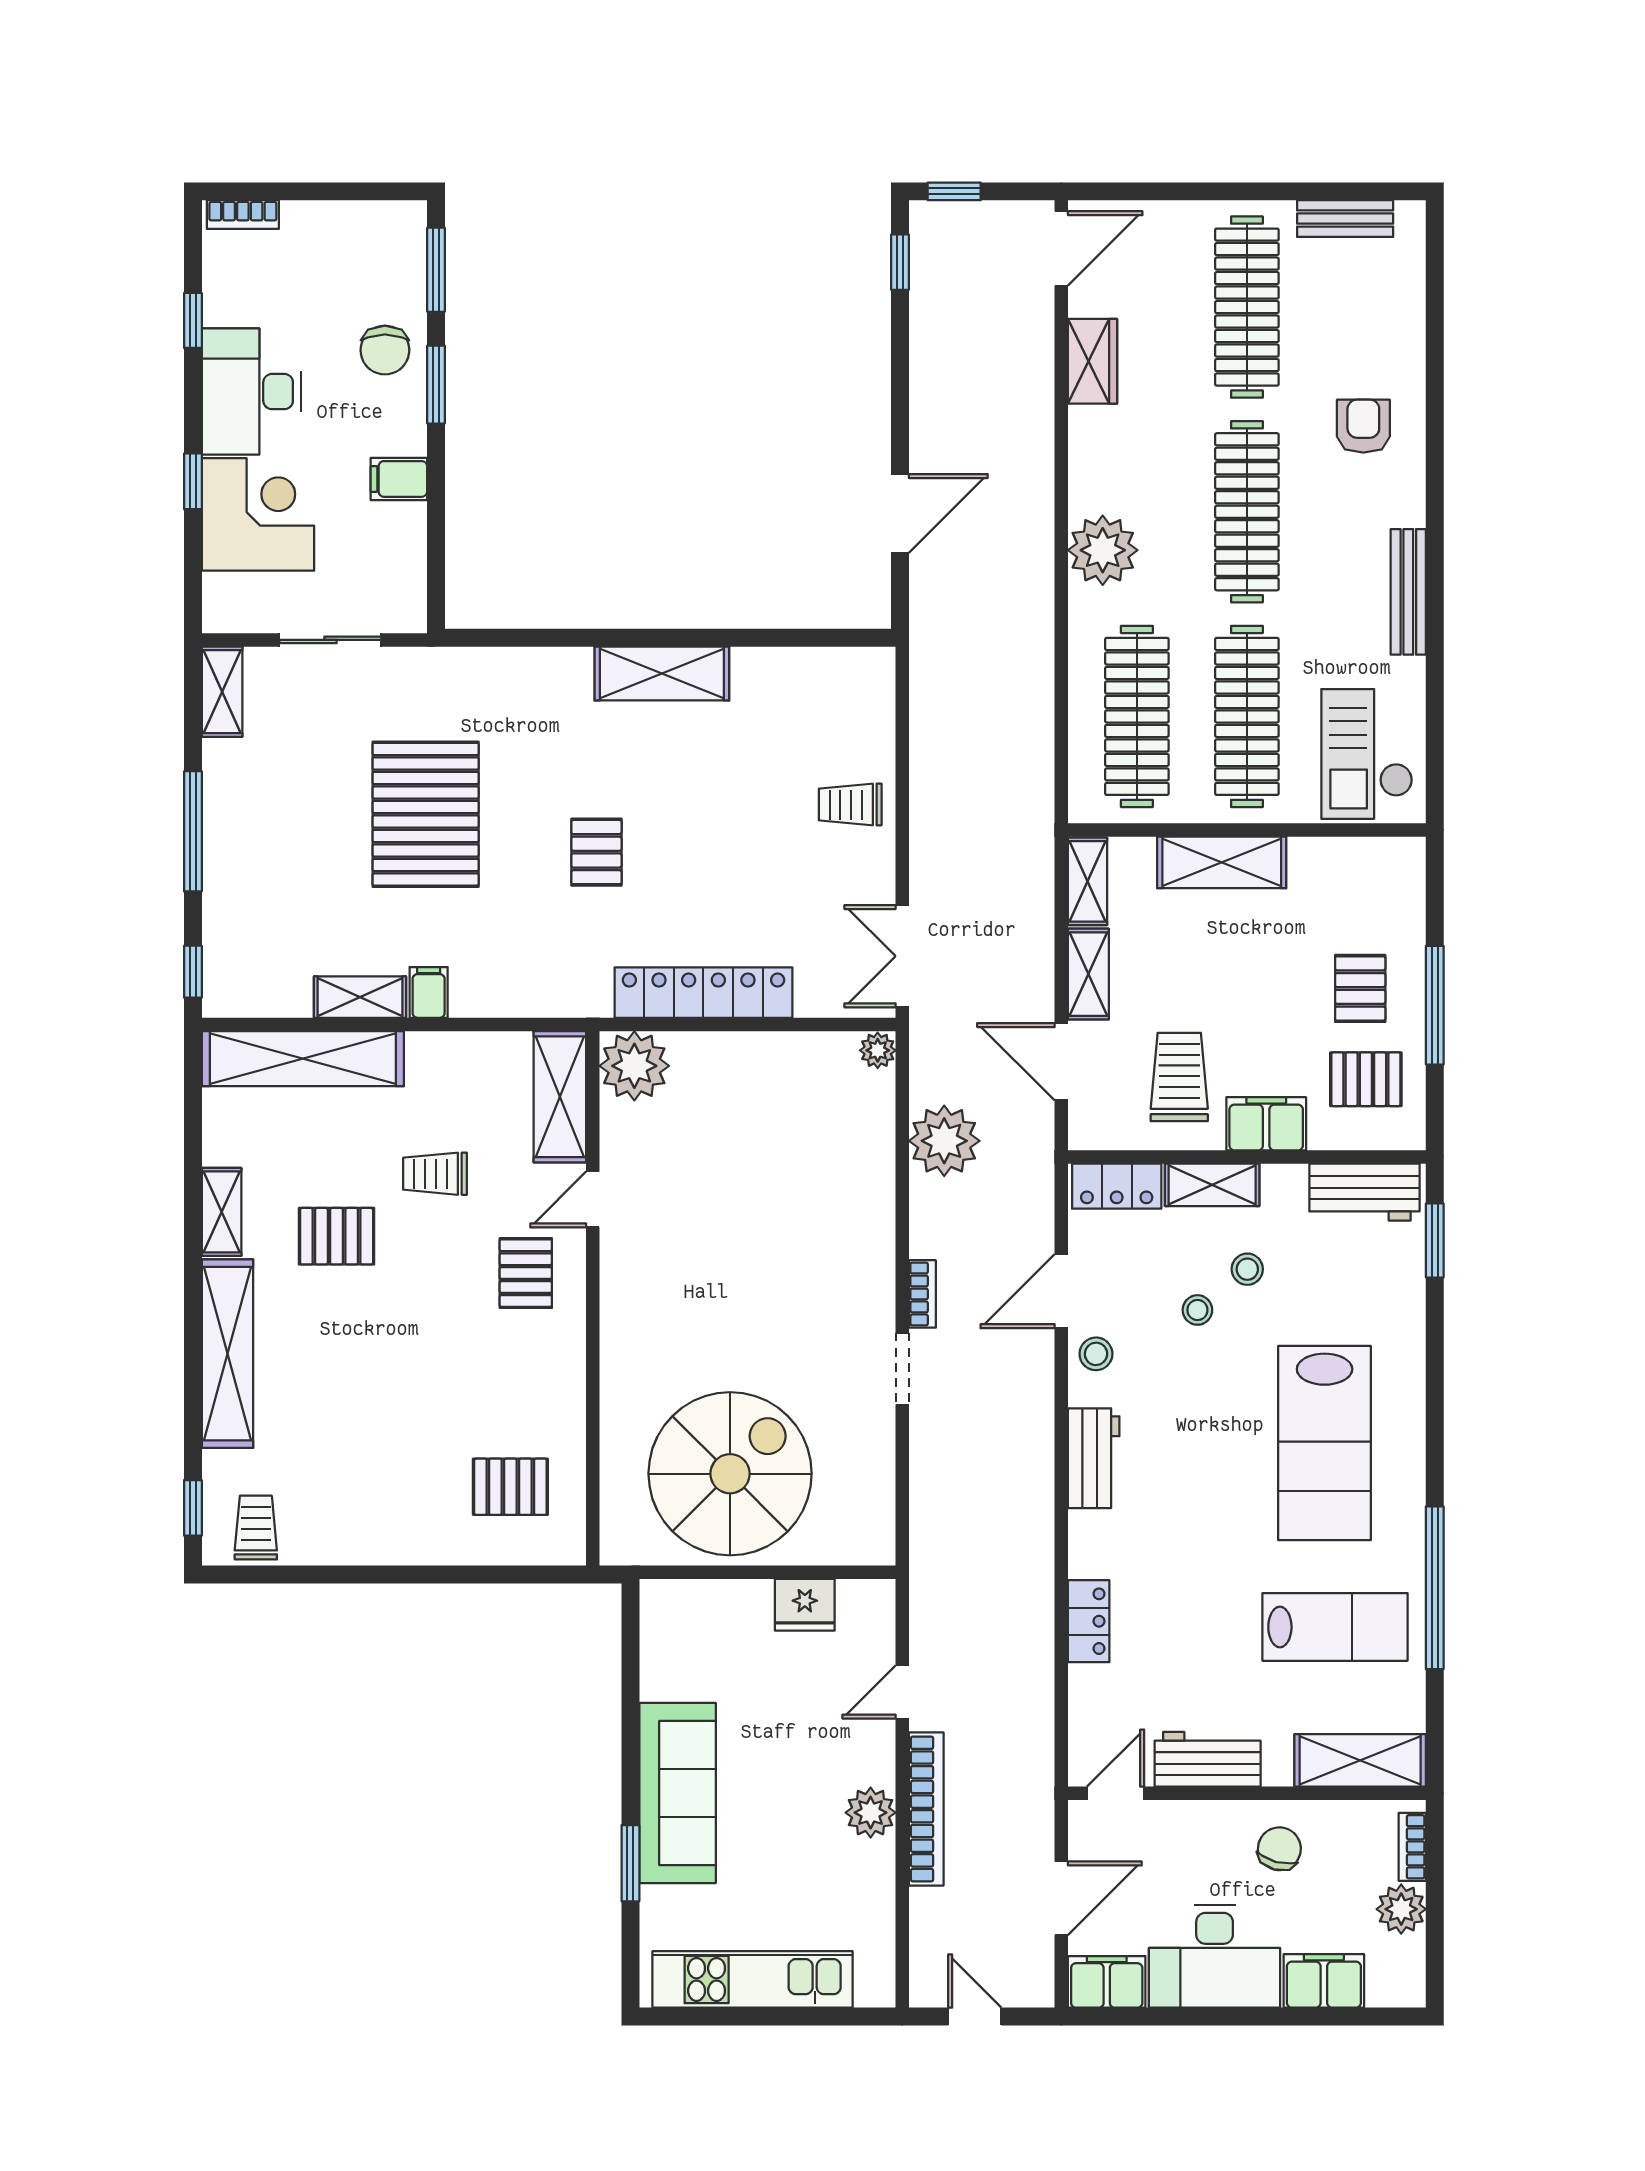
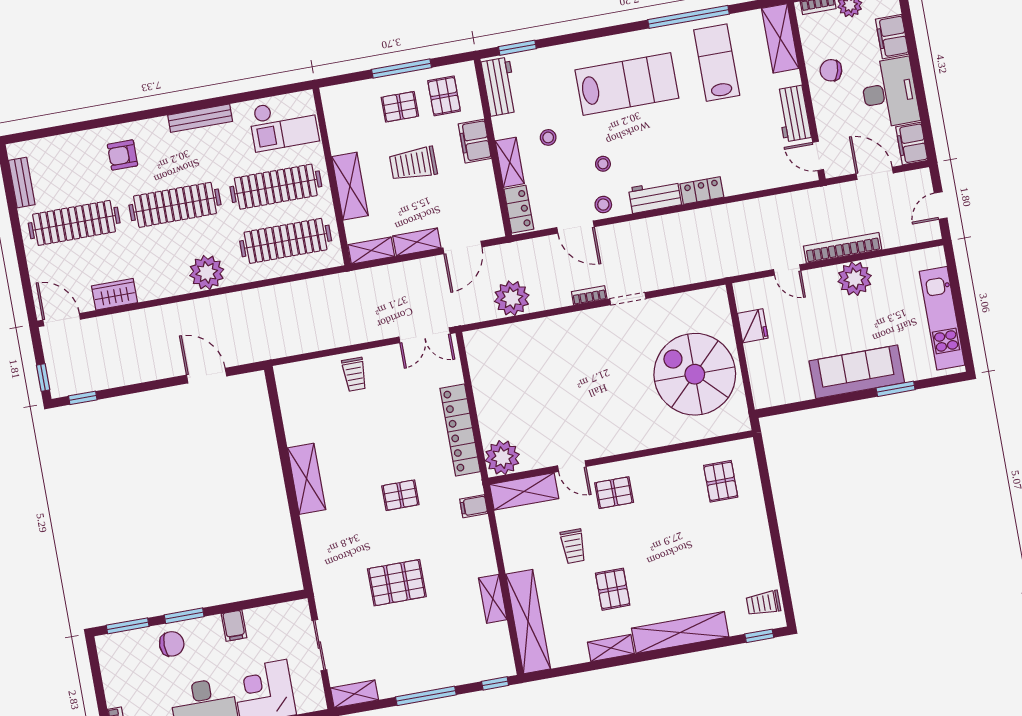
pallet: (426, 814) -> (397, 583), width x0.73, depth x0.71
filing cabinet: (429, 992) -> (474, 506), moved
plant: (878, 1050) -> (473, 339), removed
trolley: (1179, 1077) -> (413, 164), moved
stool: (1197, 1310) -> (603, 164), moved
locker: (1089, 1621) -> (702, 191), moved
plant: (871, 1813) -> (855, 279), width x1.36, depth x1.36

